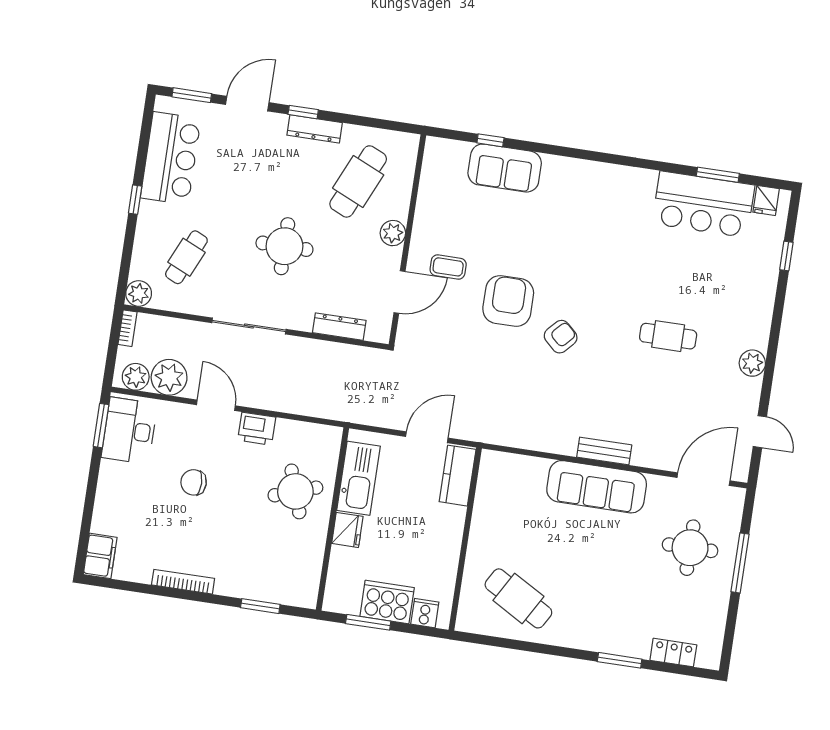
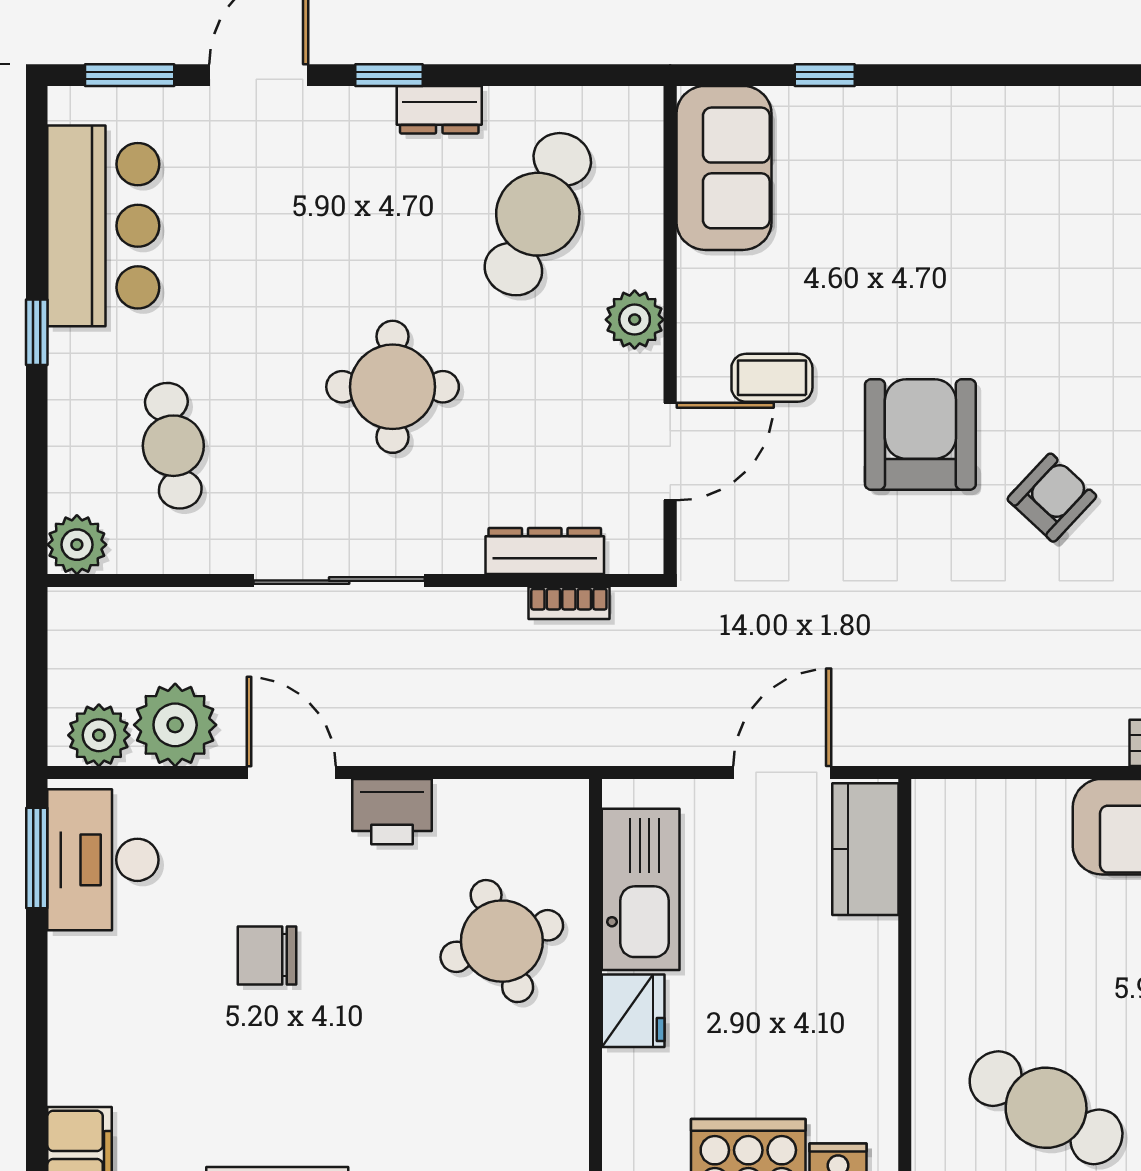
dresser: (315, 129) -> (439, 110), width x0.70
sofa: (505, 168) -> (724, 168), moved, turned -90
cafe table: (186, 257) -> (173, 446), turned -33
bookcase: (128, 328) -> (569, 603), moved, turned 90

